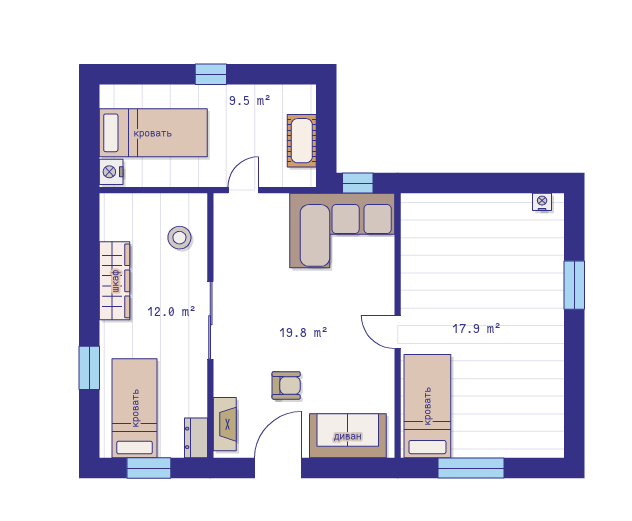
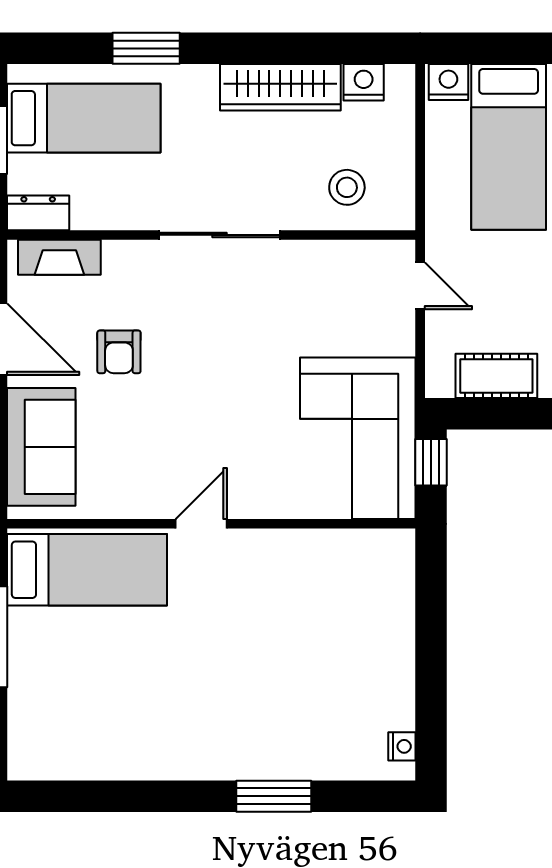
nightstand: (111, 227) -> (364, 82), added

